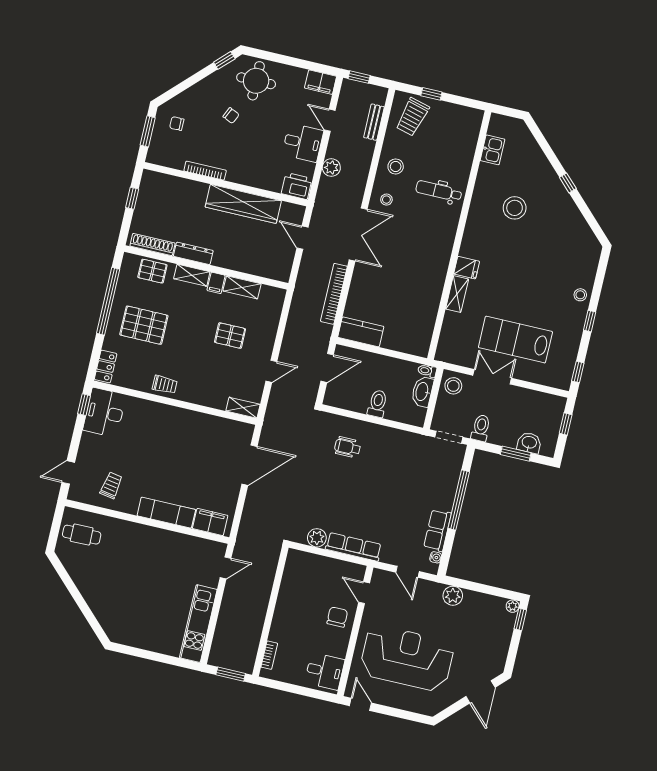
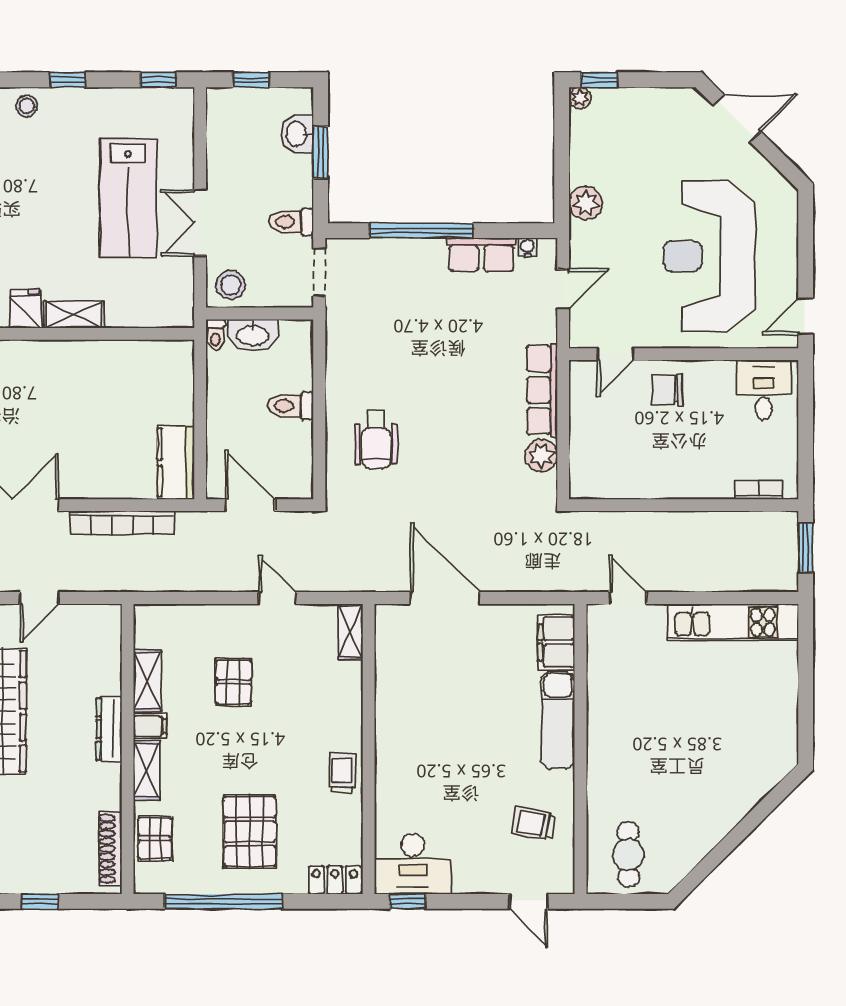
dresser: (193, 253) -> (109, 729), moved
wheelchair: (348, 447) -> (376, 439), width x1.36, depth x1.37

